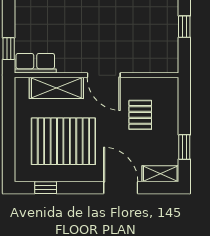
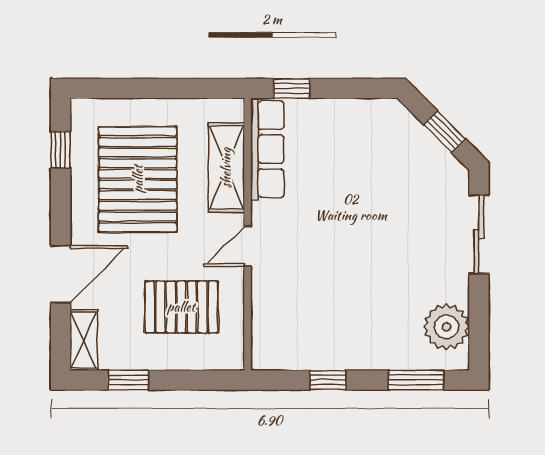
row of seats: (35, 63) -> (267, 149), width x1.48
door: (104, 75) -> (248, 246), width x0.73
pallet: (140, 115) -> (181, 307), width x1.50, depth x1.42

